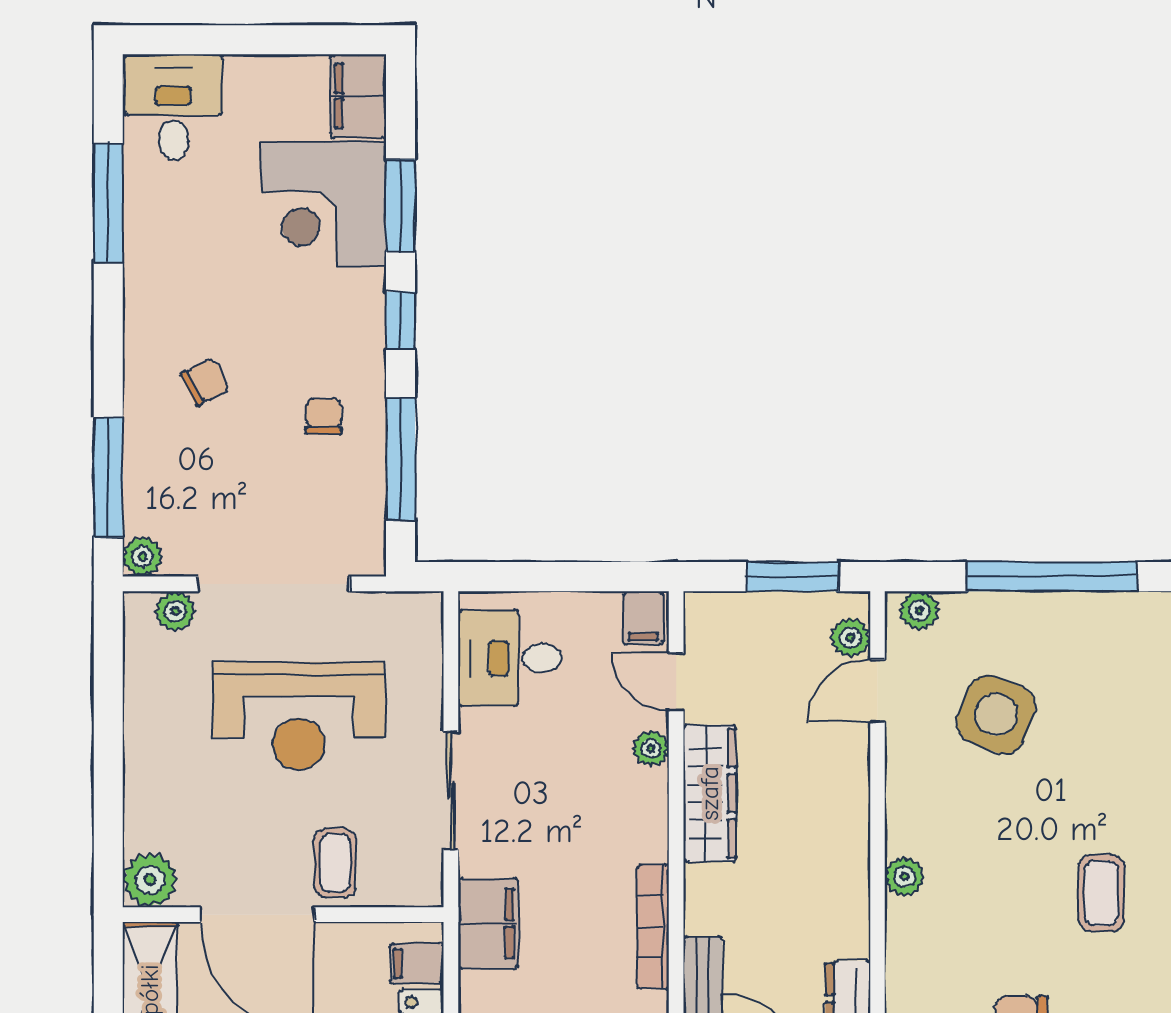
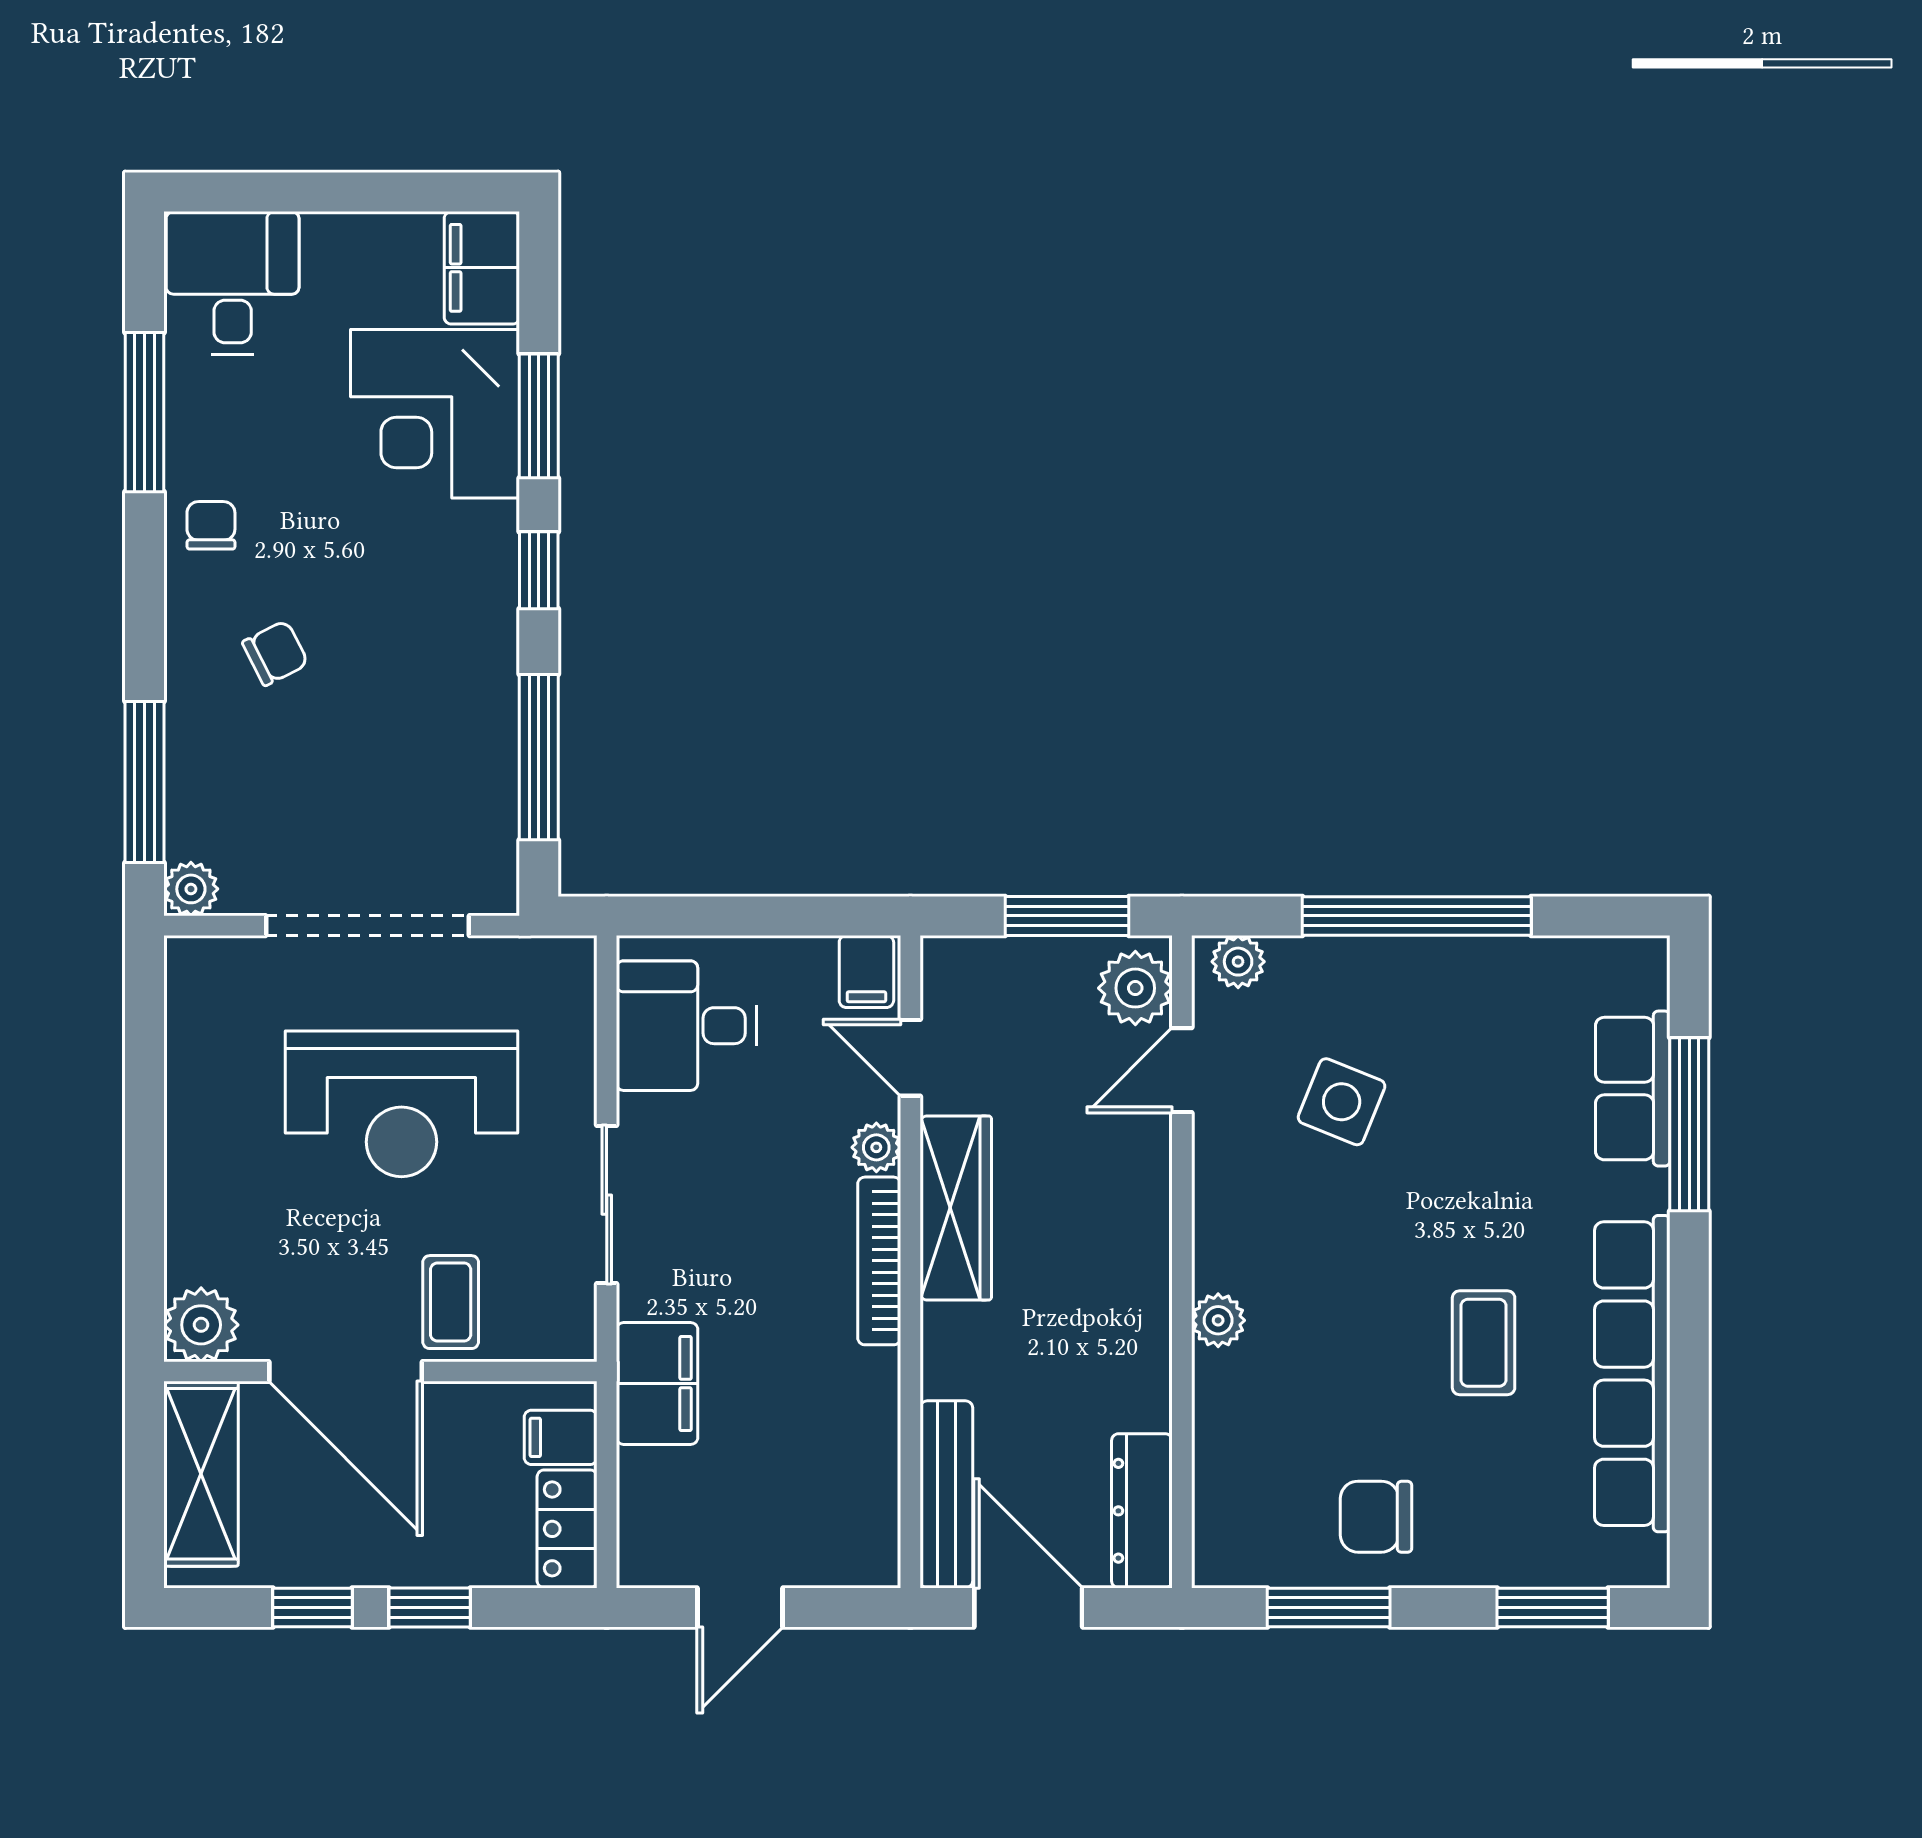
chair: (323, 416) -> (211, 525), moved
plant: (175, 611) -> (235, 962), removed
plant: (850, 638) -> (1135, 988), width x1.38, depth x1.38
side table: (996, 714) -> (1342, 1102), width x0.73, depth x0.73
bookcase: (653, 927) -> (879, 1261), moved

